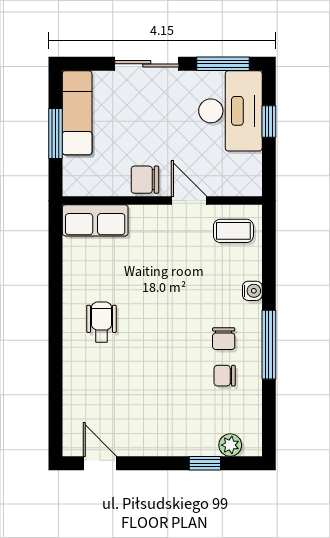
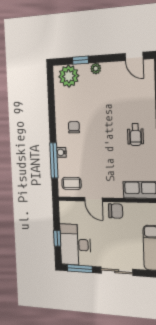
window: (269, 345) -> (54, 160), moved
chair: (225, 376) -> (73, 108), removed
plant: (230, 445) -> (69, 76), width x1.88, depth x1.88
plant: (175, 446) -> (96, 69), added

